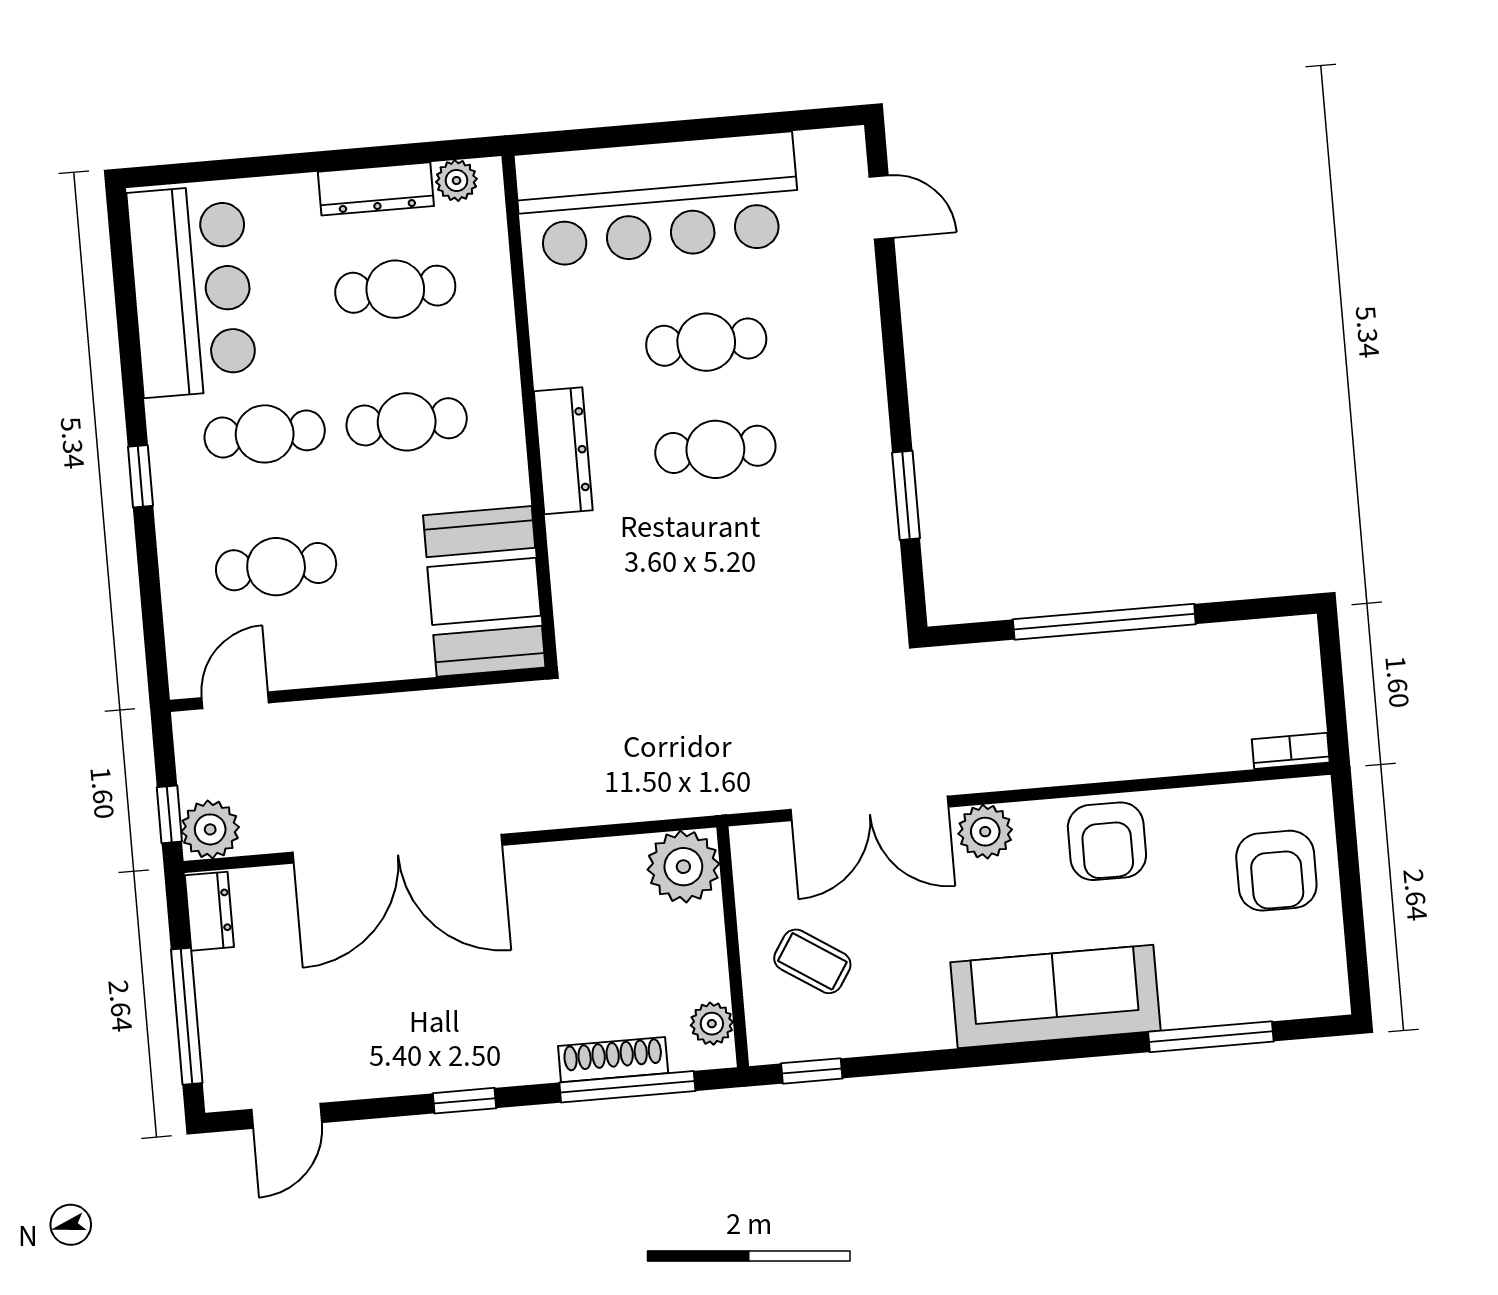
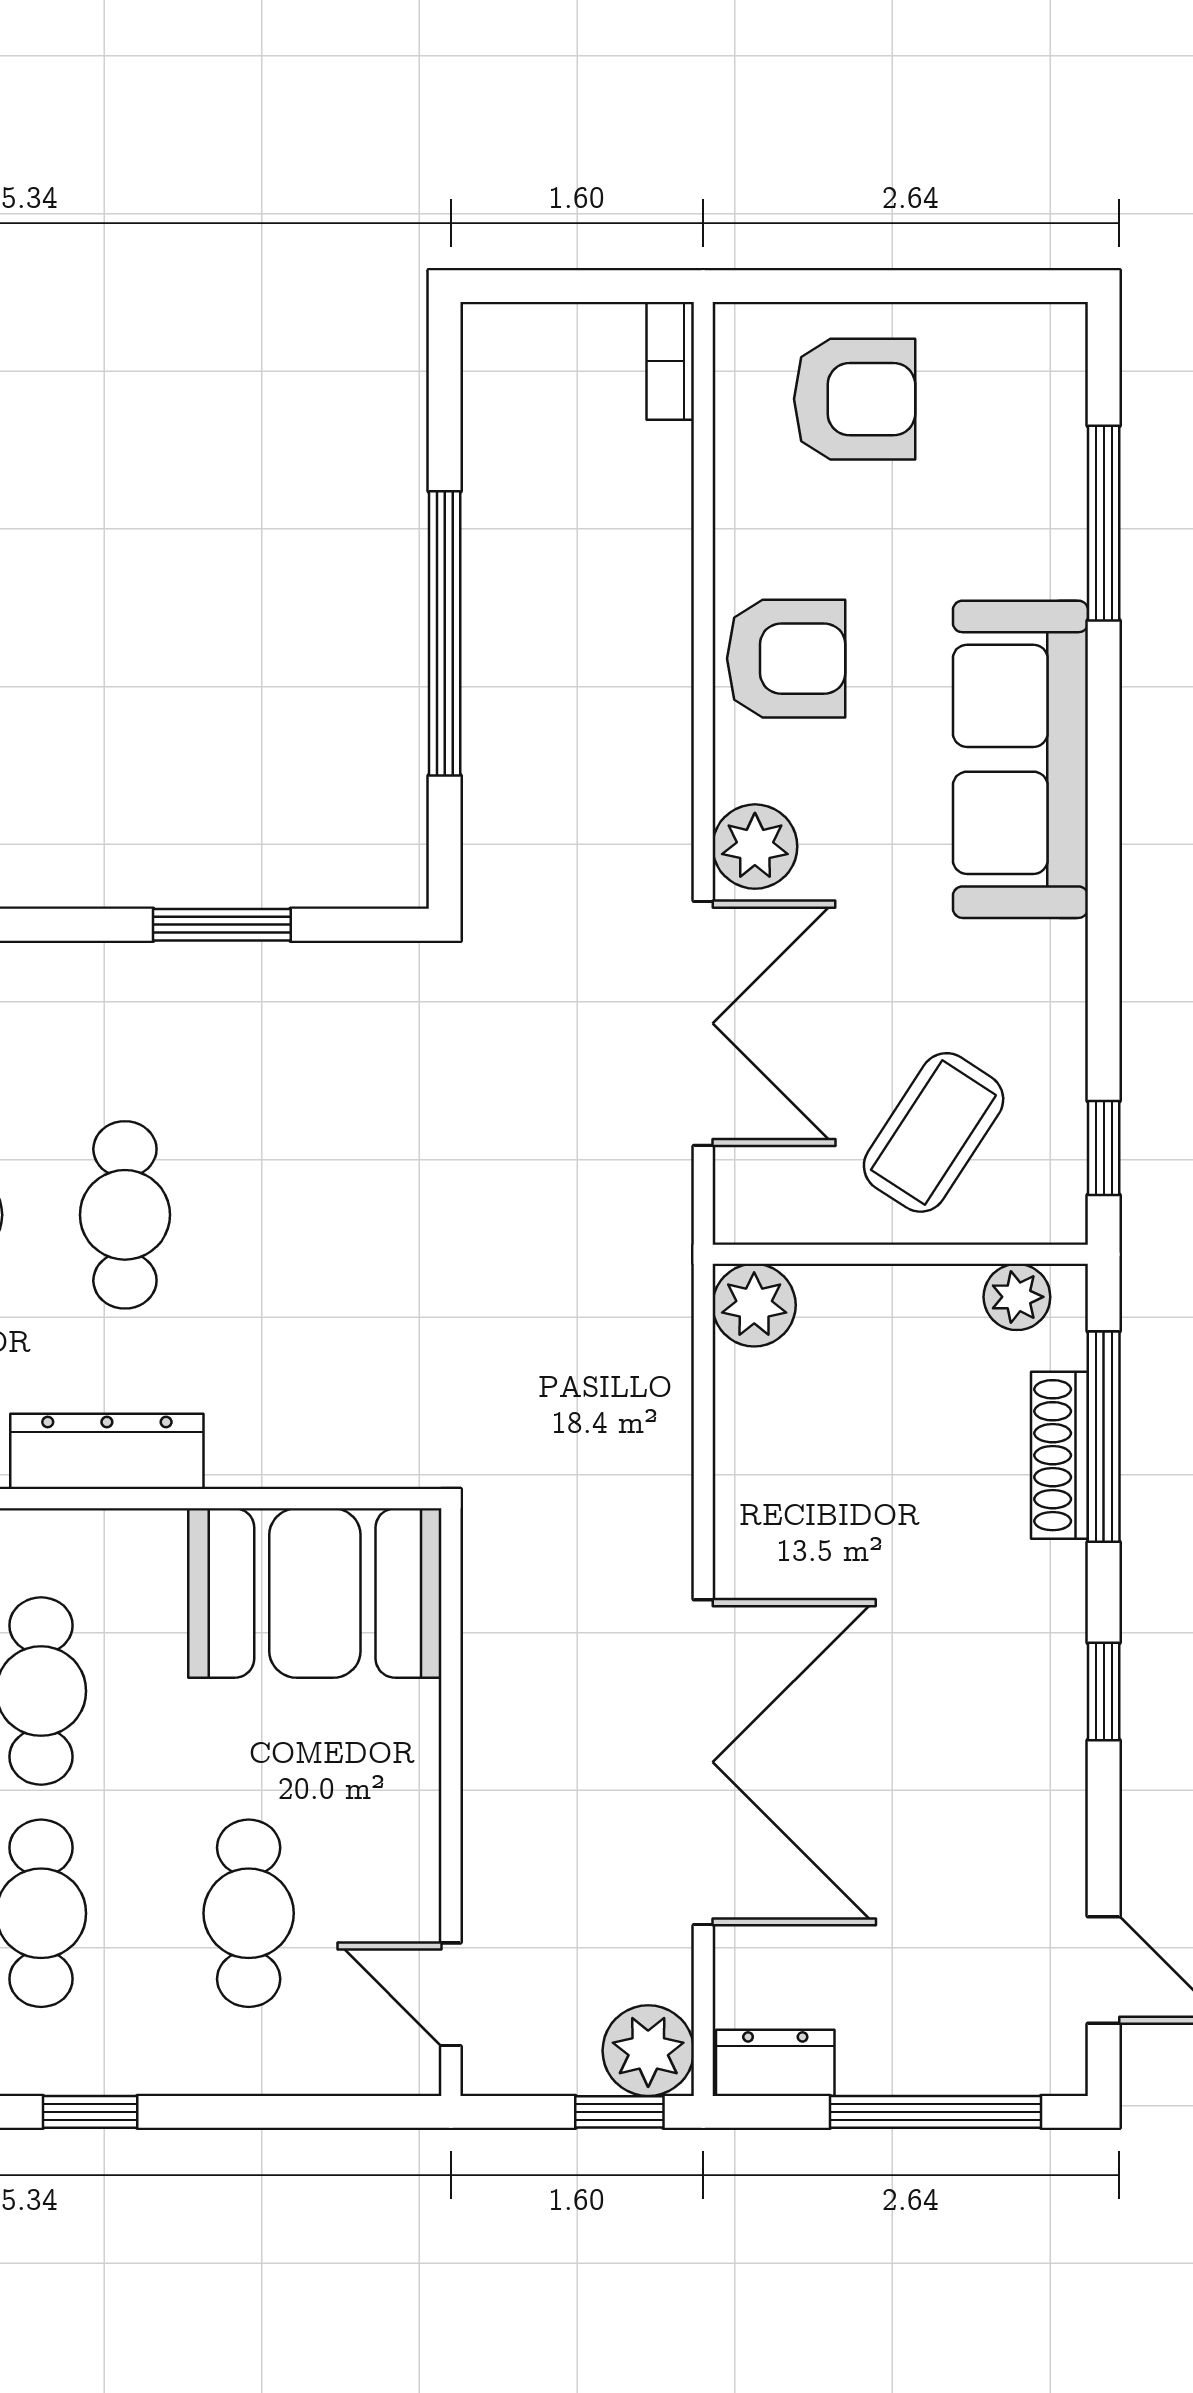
plant: (683, 867) -> (754, 1305), width x0.73, depth x0.73
coffee table: (812, 961) -> (934, 1132), width x1.36, depth x1.30

